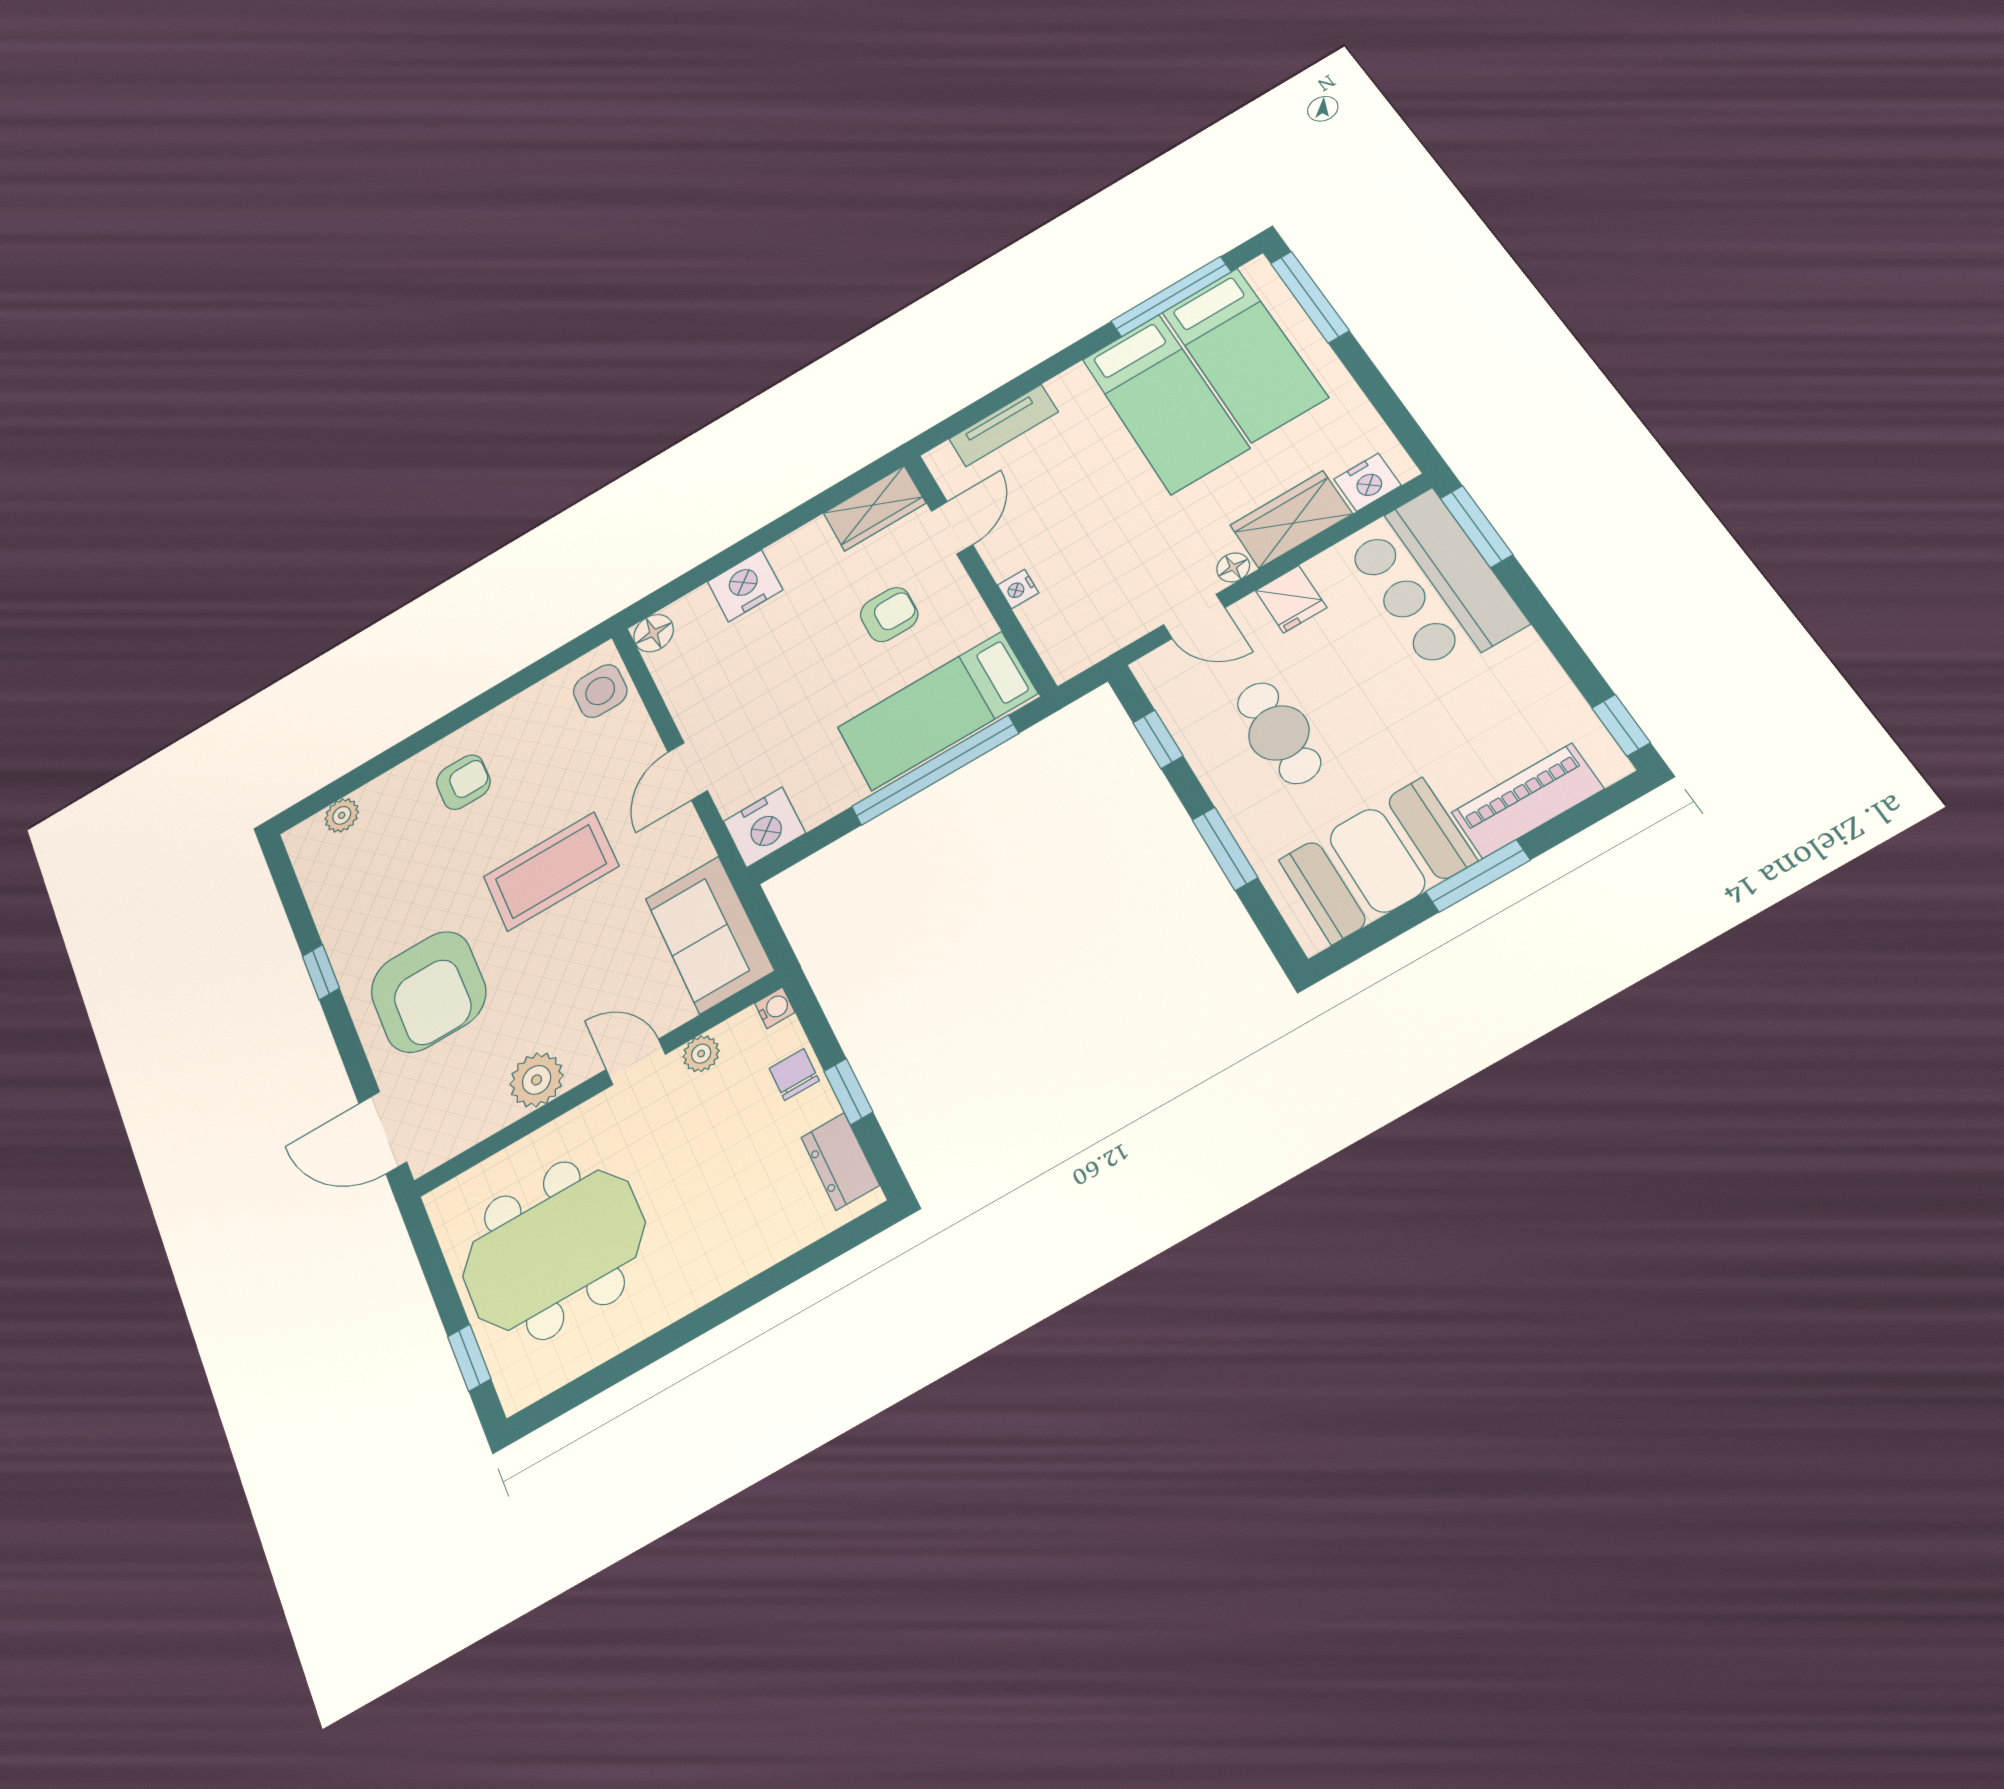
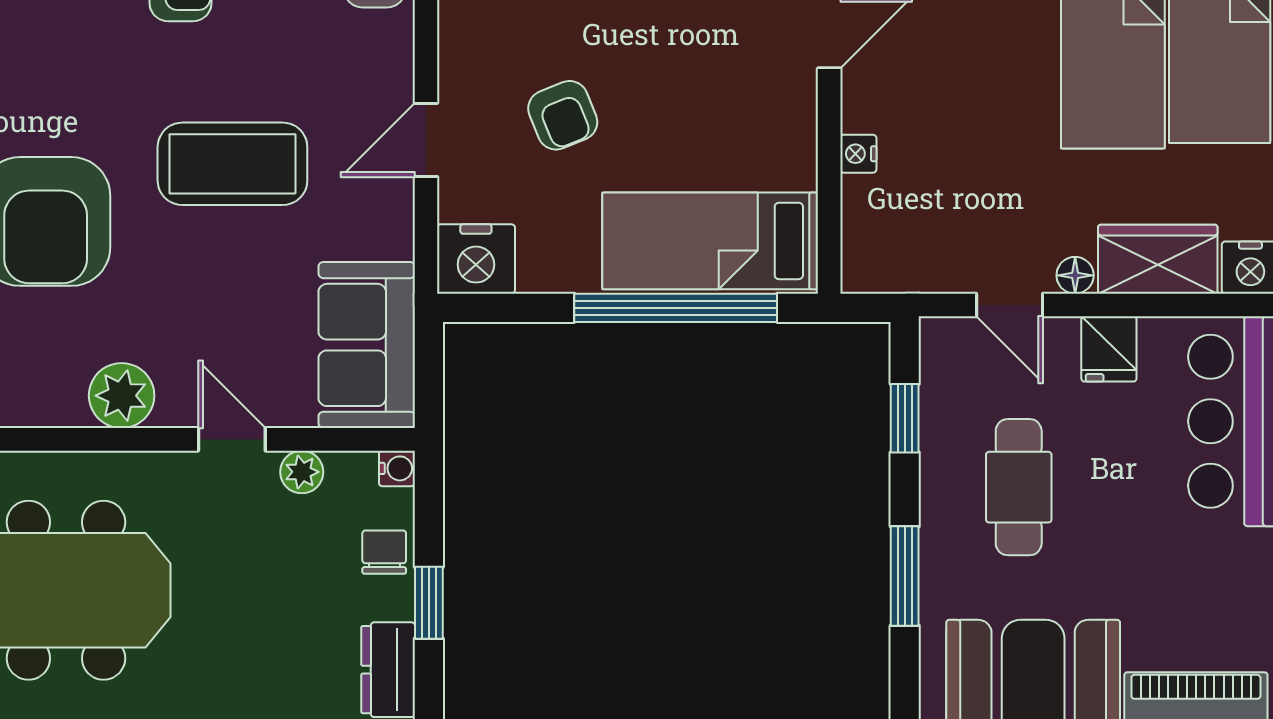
armchair: (889, 614) -> (563, 115), moved, turned 68

